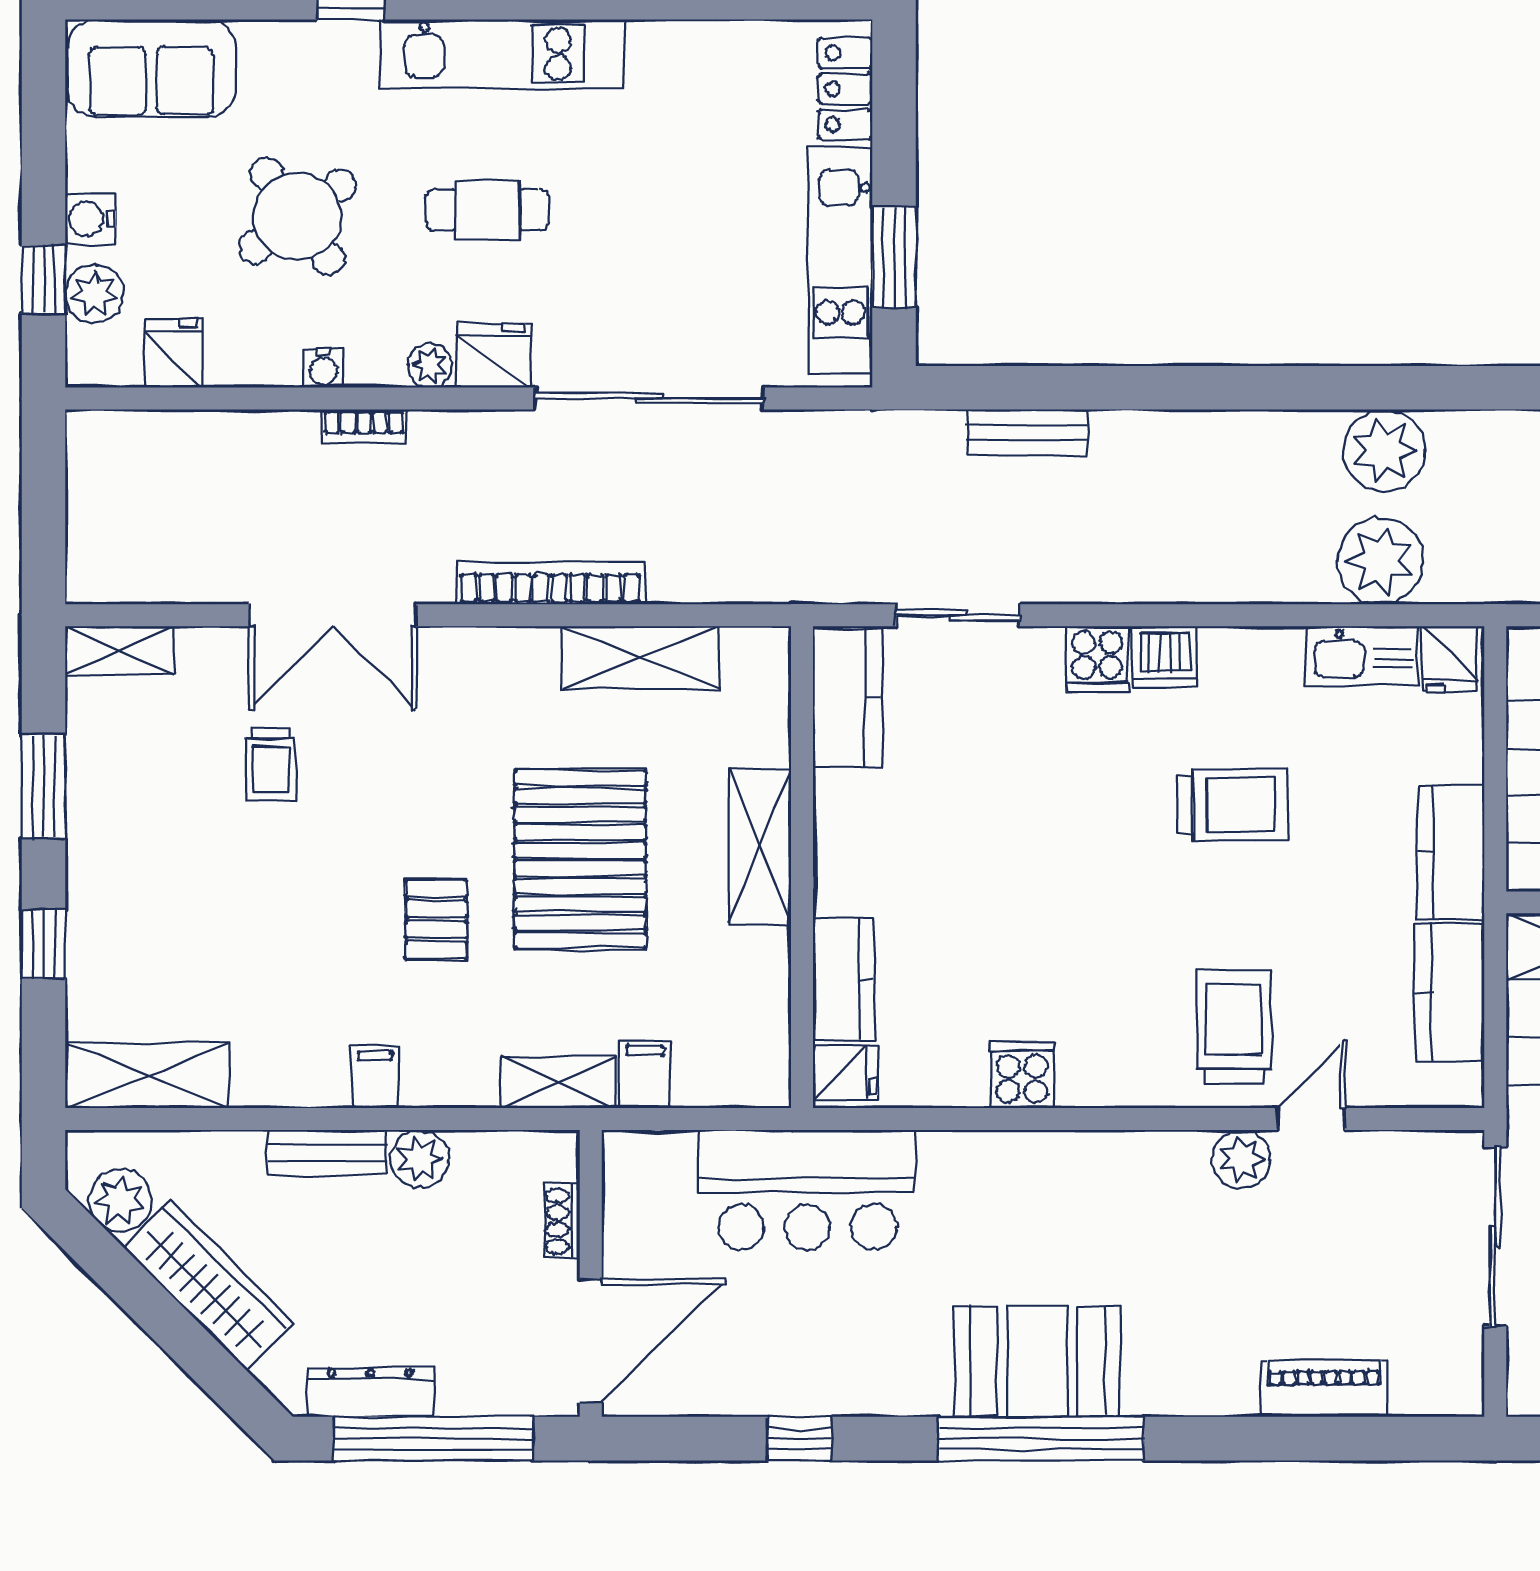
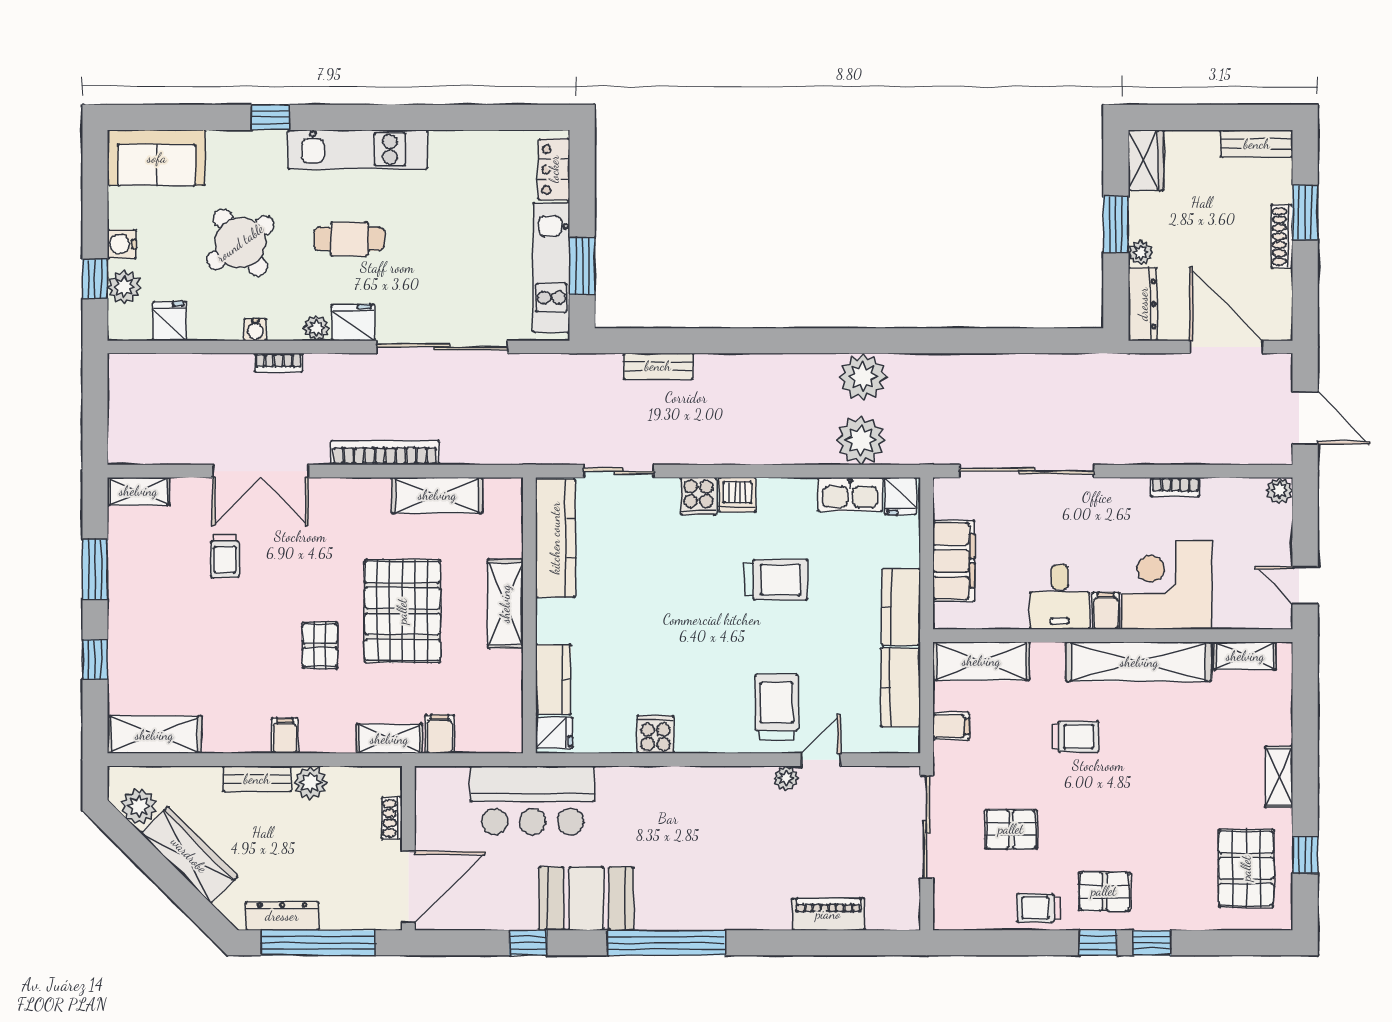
kitchen counter: (847, 698) -> (555, 538), width x1.50
plant: (1242, 1159) -> (786, 778), width x0.73, depth x0.73
booth: (1037, 1361) -> (586, 899), moved

